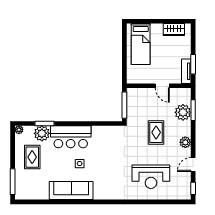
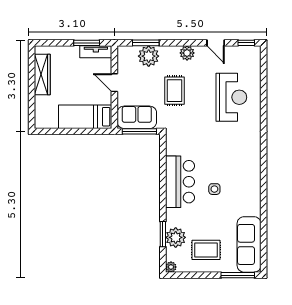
wardrobe: (174, 30) -> (42, 75), width x1.50
bed: (141, 44) -> (85, 117), moved, turned 180
door: (162, 86) -> (114, 83), swing flipped
sofa: (135, 103) -> (137, 117), added
rug: (156, 132) -> (174, 91), turned 90
bar counter: (71, 137) -> (180, 182), moved
sofa: (71, 190) -> (249, 244), moved

